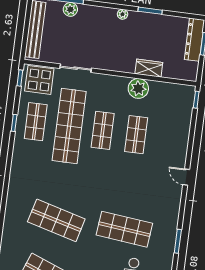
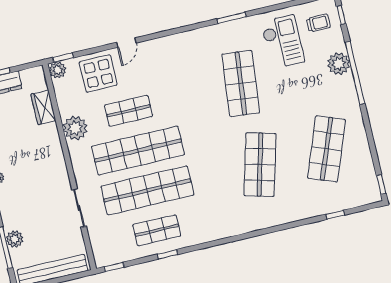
wardrobe: (149, 68) -> (43, 107), moved
display table: (39, 80) -> (98, 73), moved
plant: (188, 92) -> (58, 70), added
shop shelf: (103, 130) -> (138, 151), width x2.00, depth x1.36
door: (186, 177) -> (126, 43), moved

